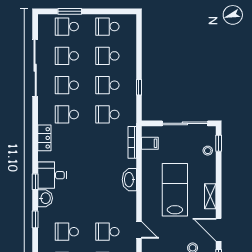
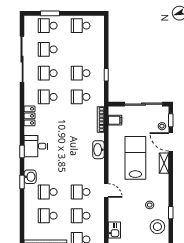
school desk: (107, 56) -> (81, 49), removed
washbasin: (45, 198) -> (30, 177), moved
door: (219, 230) -> (171, 142), moved

